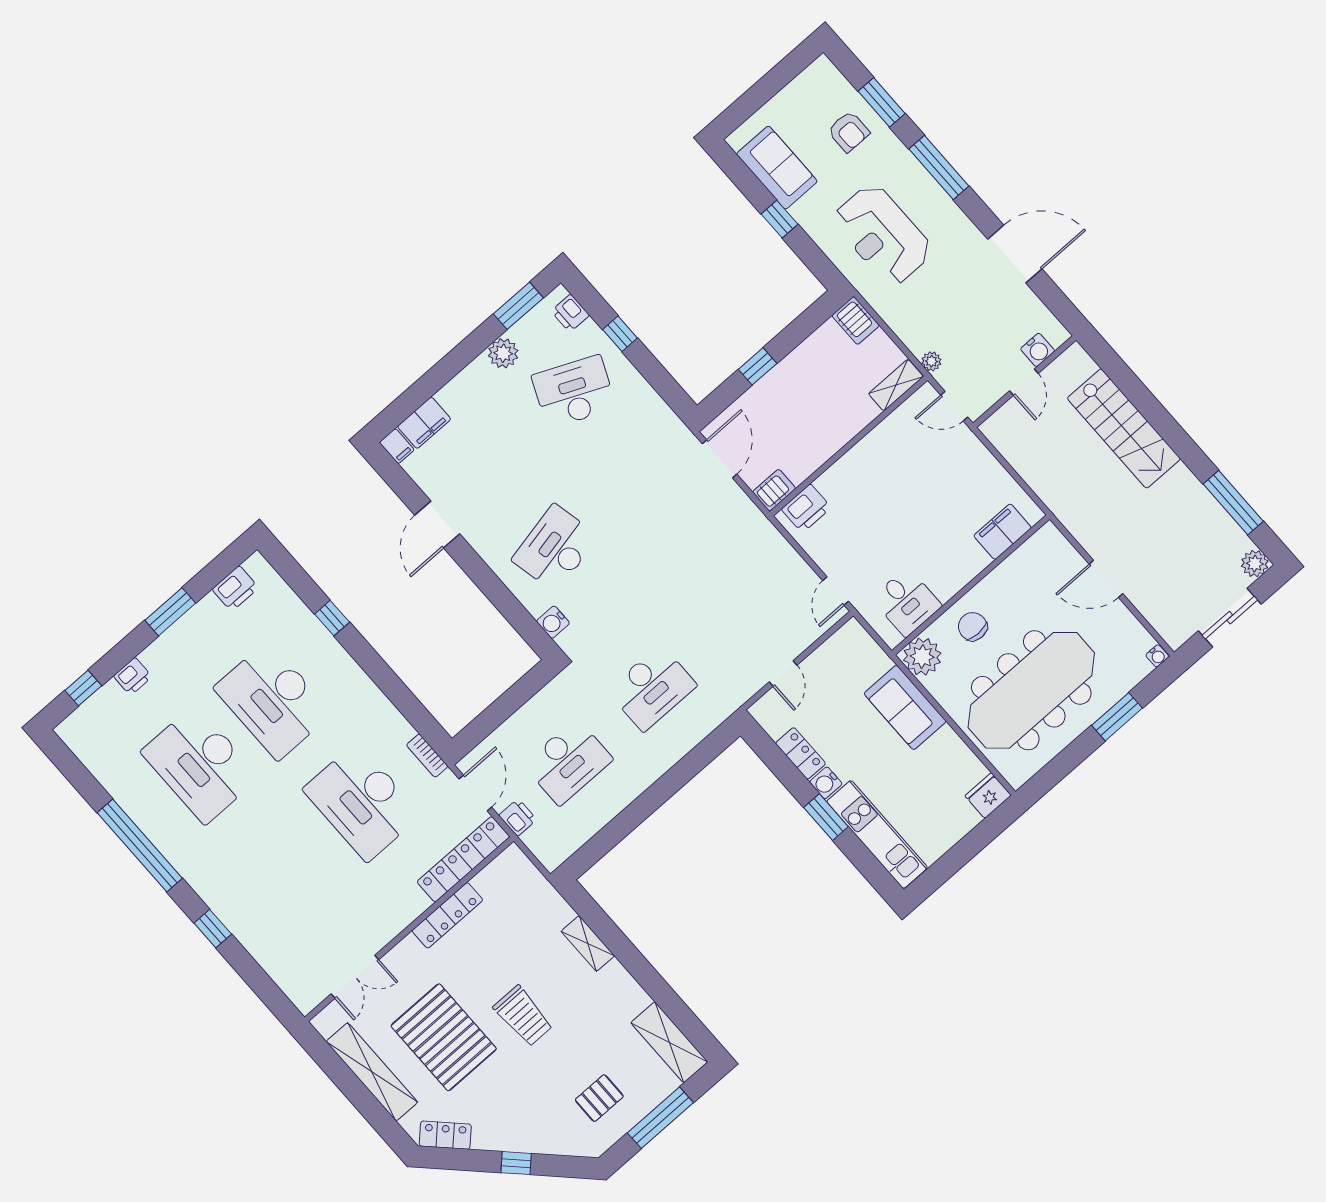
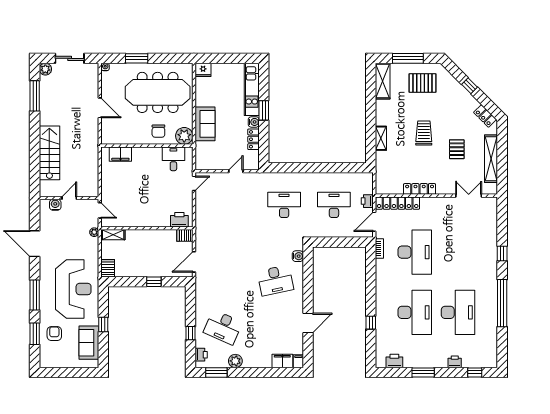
reception desk: (882, 235) -> (73, 289), width x1.36, depth x1.30
pallet: (444, 1037) -> (457, 149), width x0.49, depth x0.50
pallet: (599, 1098) -> (422, 83), width x1.50, depth x1.42

